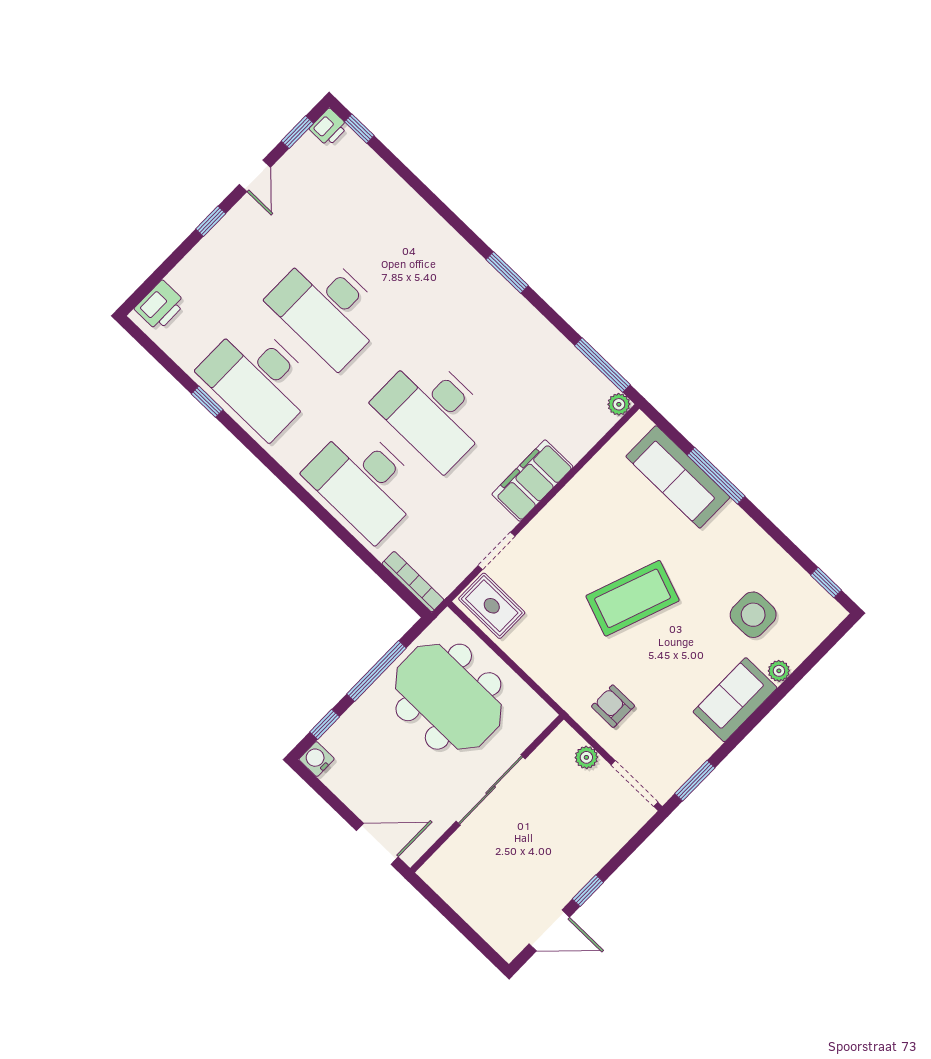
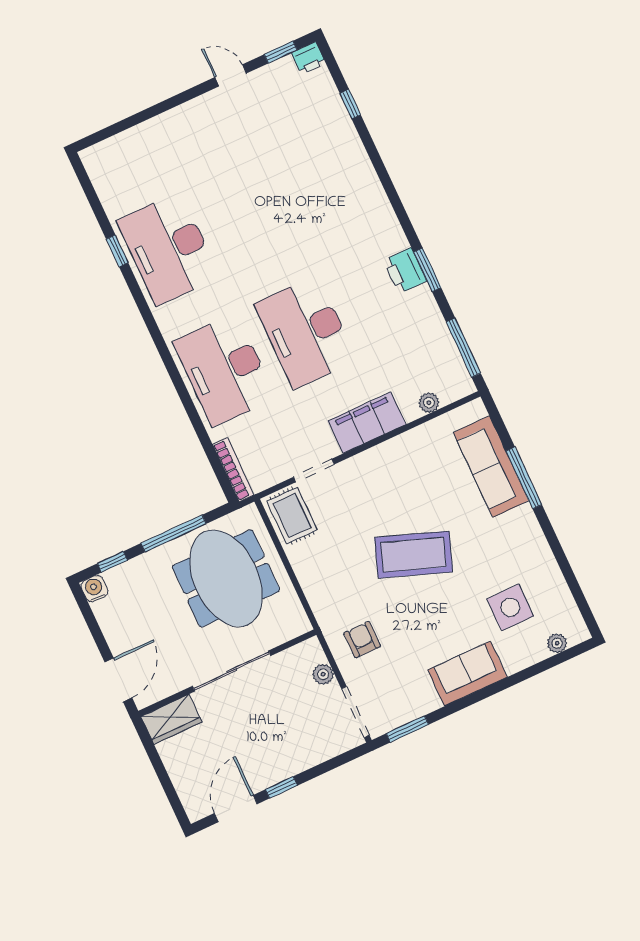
window: (359, 129) -> (350, 104), moved
door: (255, 176) -> (231, 75), swing flipped
window: (211, 221) -> (178, 100), removed
window: (507, 272) -> (427, 270), moved
printer: (160, 306) -> (405, 271), moved, turned 90
desk: (328, 309) -> (249, 211), removed
plant: (619, 404) -> (429, 403), moved
window: (826, 583) -> (582, 604), removed
plant: (779, 671) -> (557, 643), moved
door: (377, 844) -> (118, 680), hinge flipped
wardrobe: (448, 863) -> (171, 719), added
door: (549, 930) -> (236, 809), swing flipped

